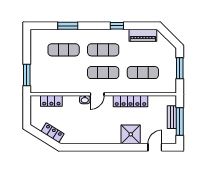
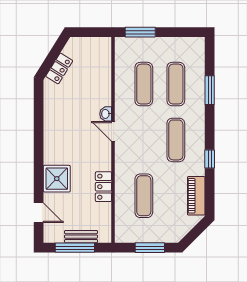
exercise mat: (103, 73) -> (144, 84), moved
locker: (51, 101) -> (104, 67), removed
locker: (131, 101) -> (103, 187), width x0.66

